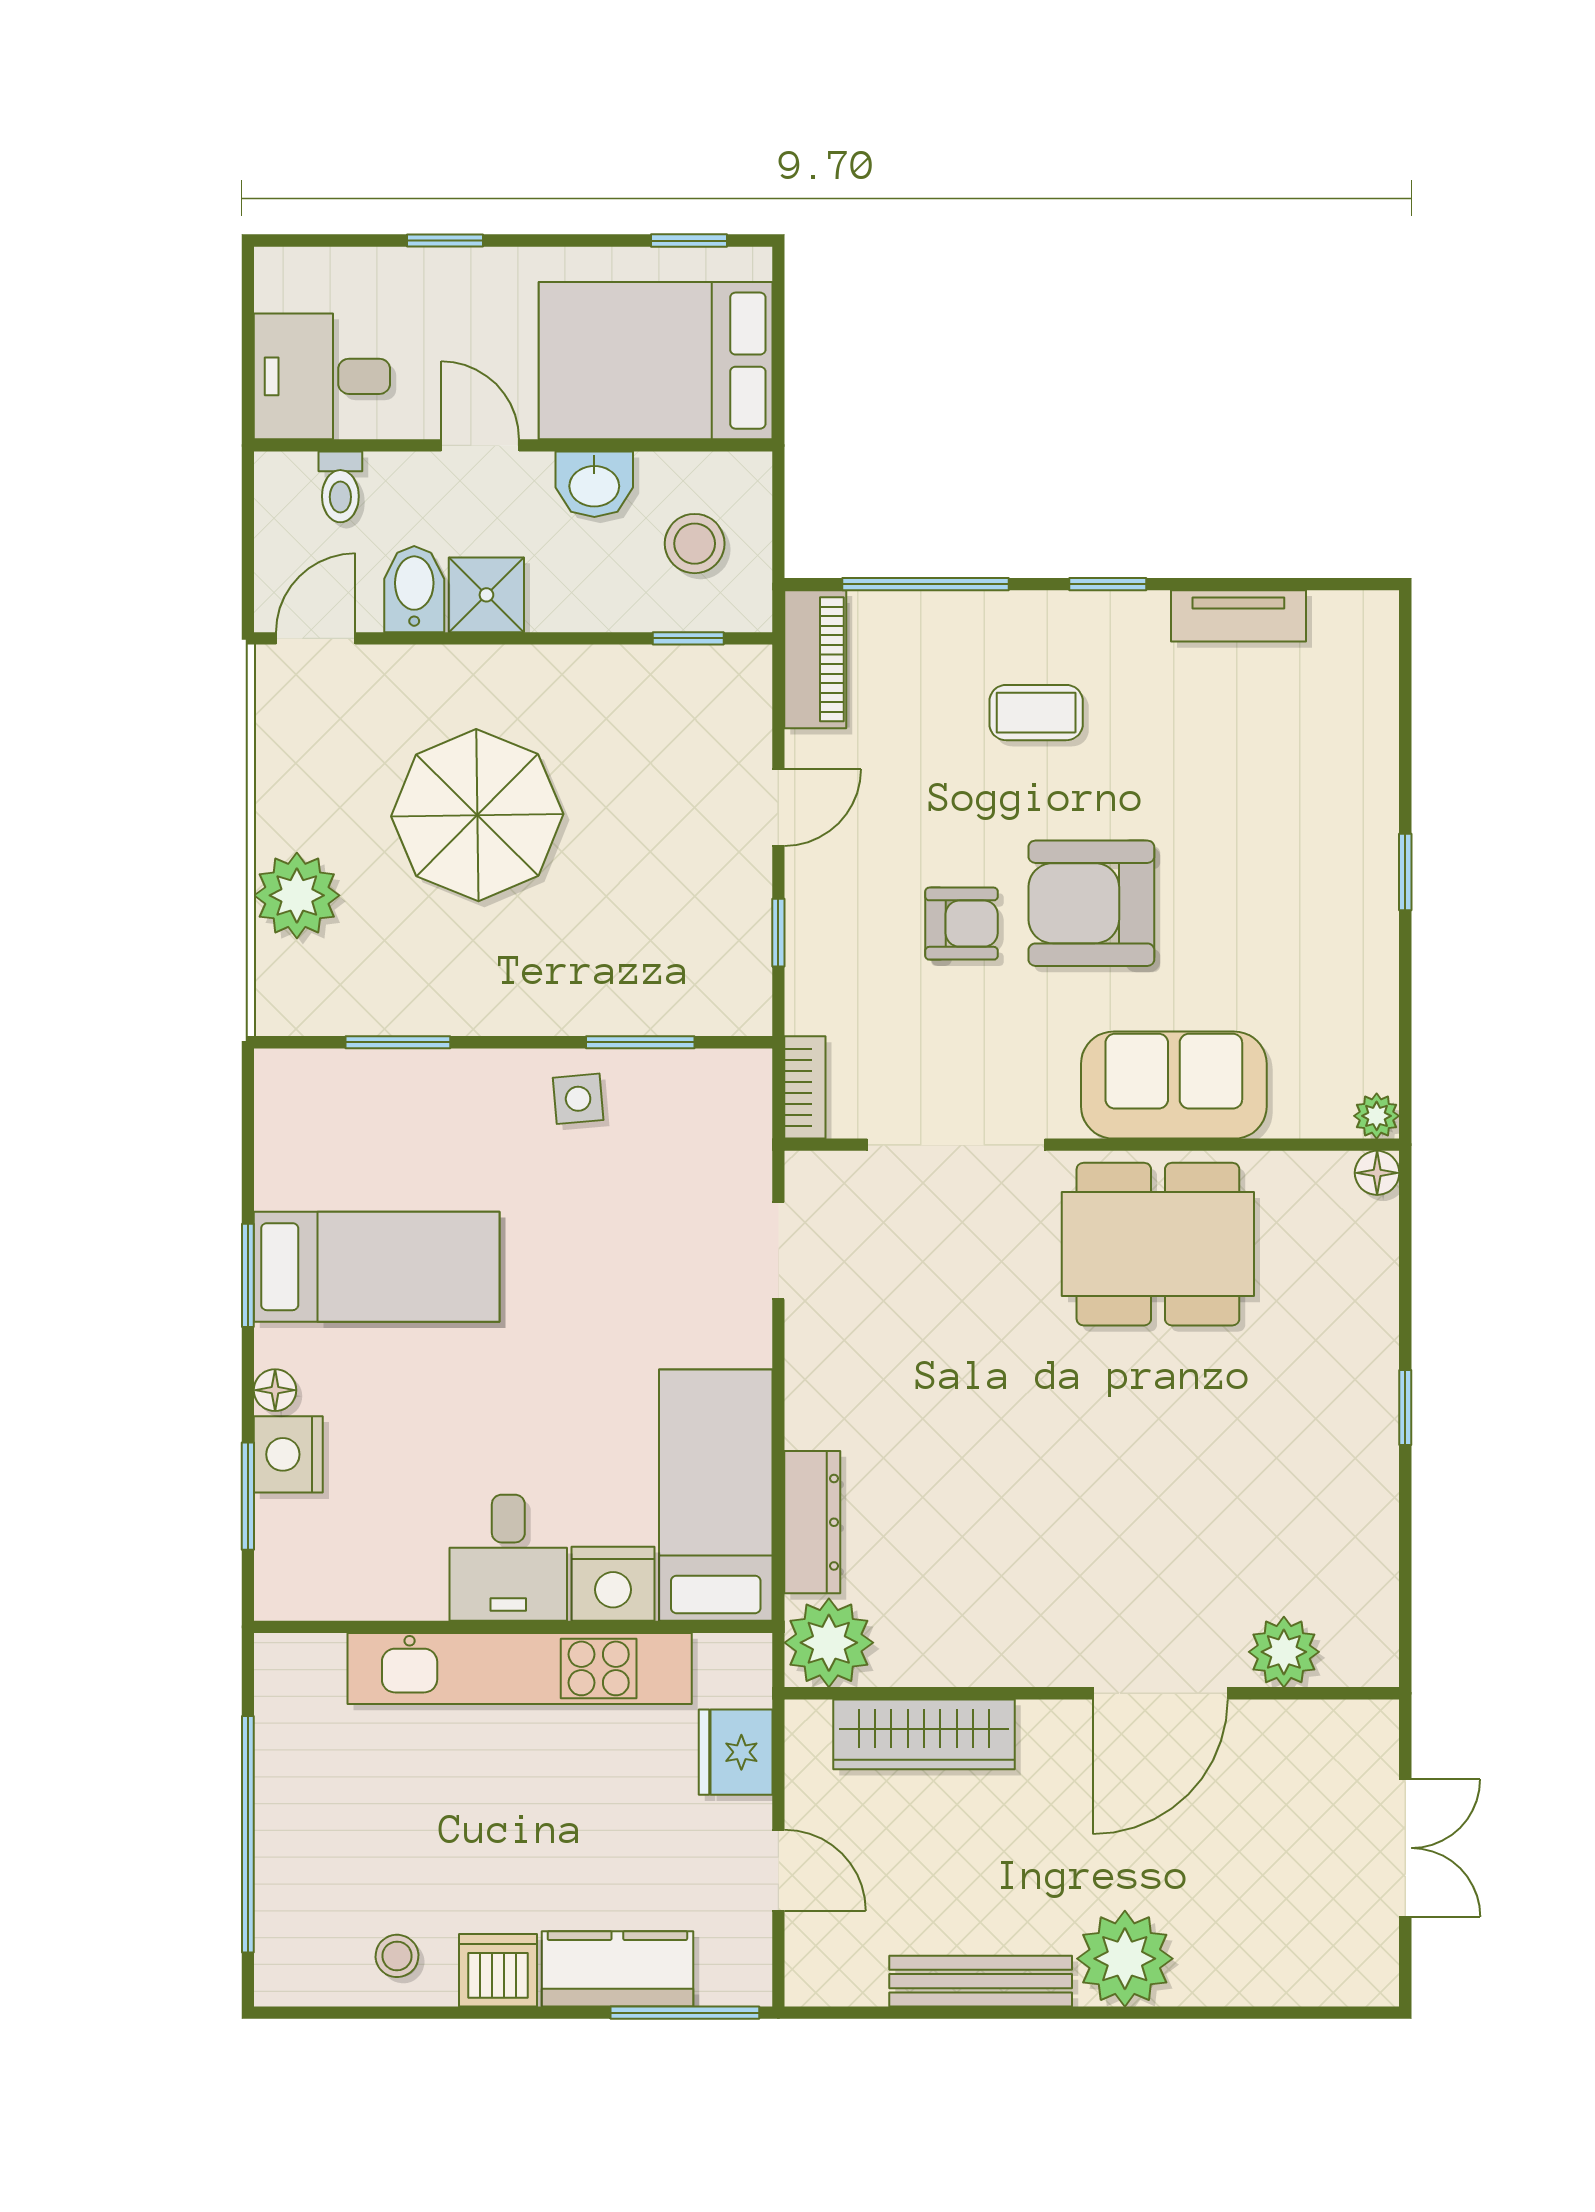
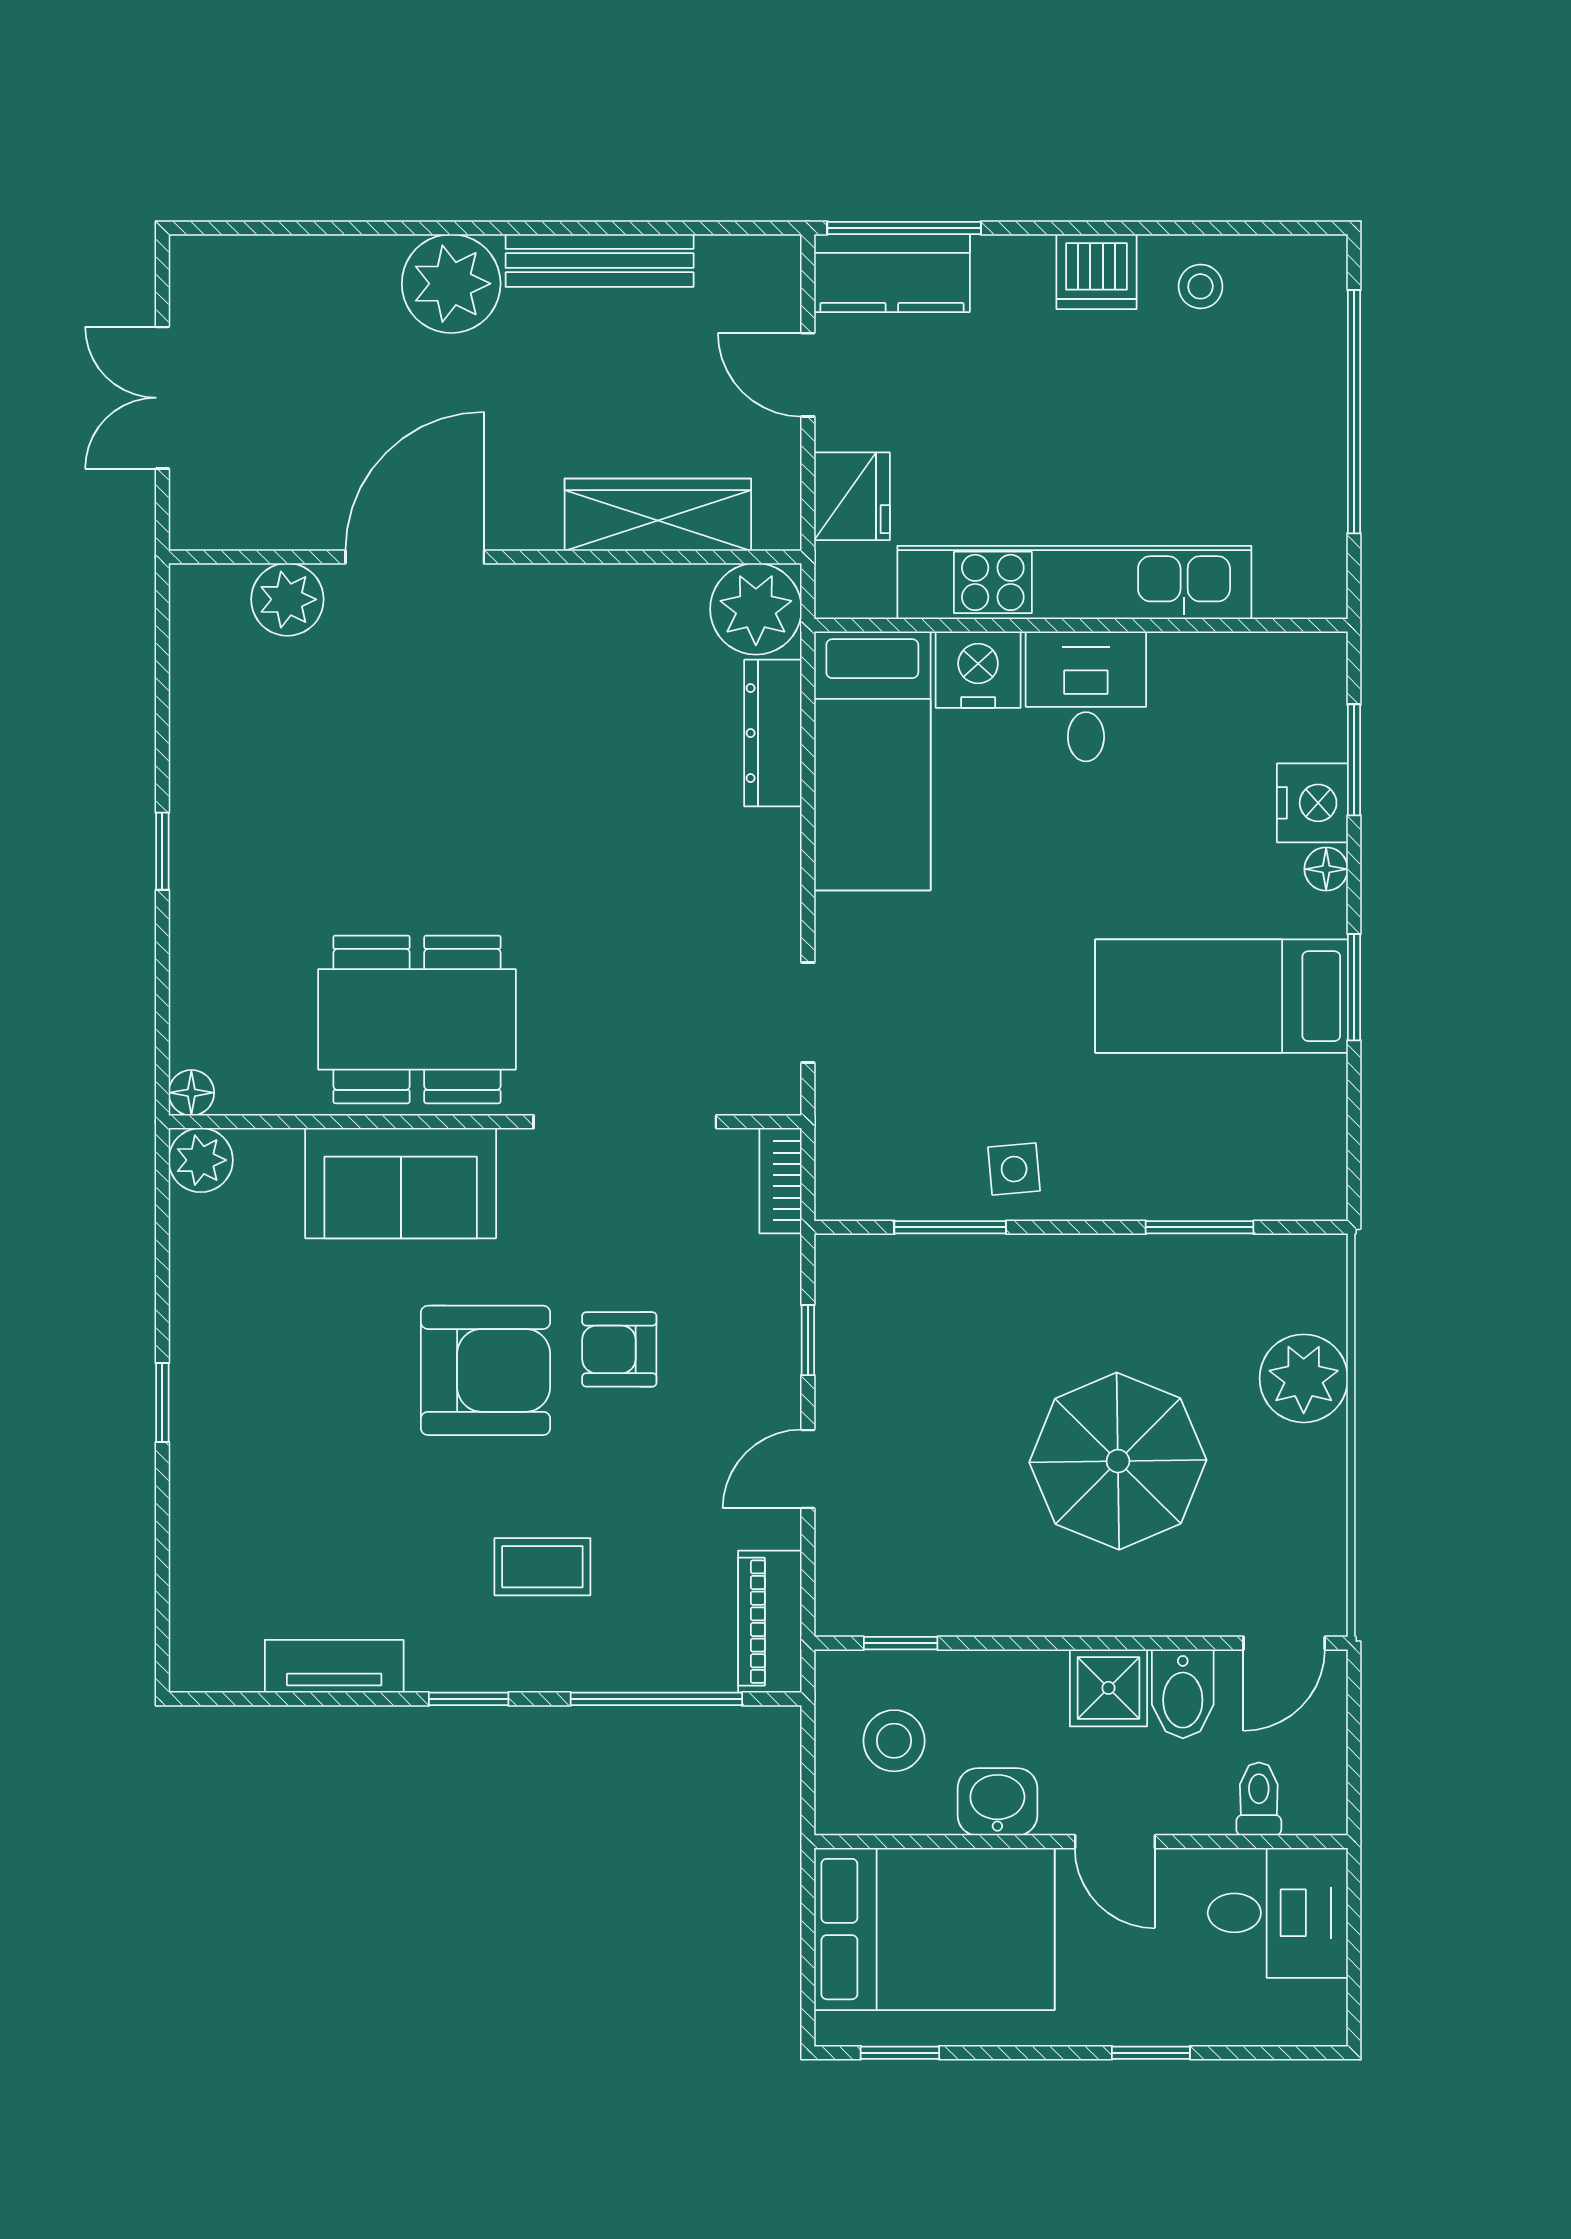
plant: (1377, 1116) -> (201, 1160), width x1.38, depth x1.38
kitchen counter: (617, 1969) -> (892, 273), moved

